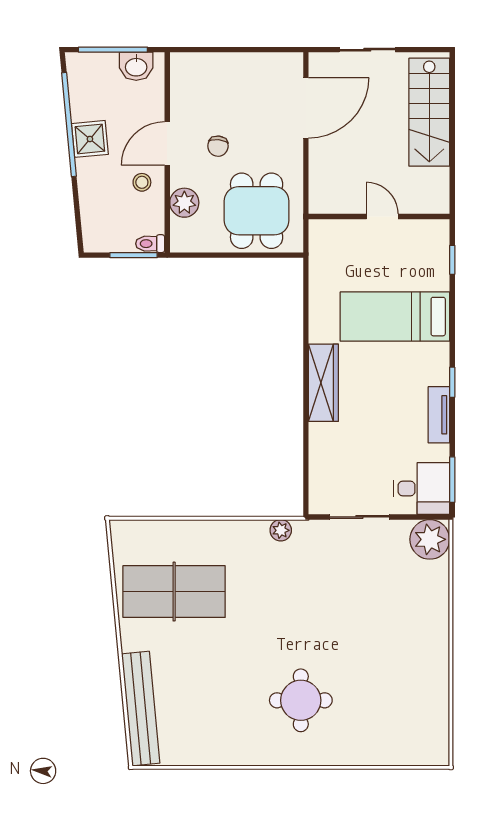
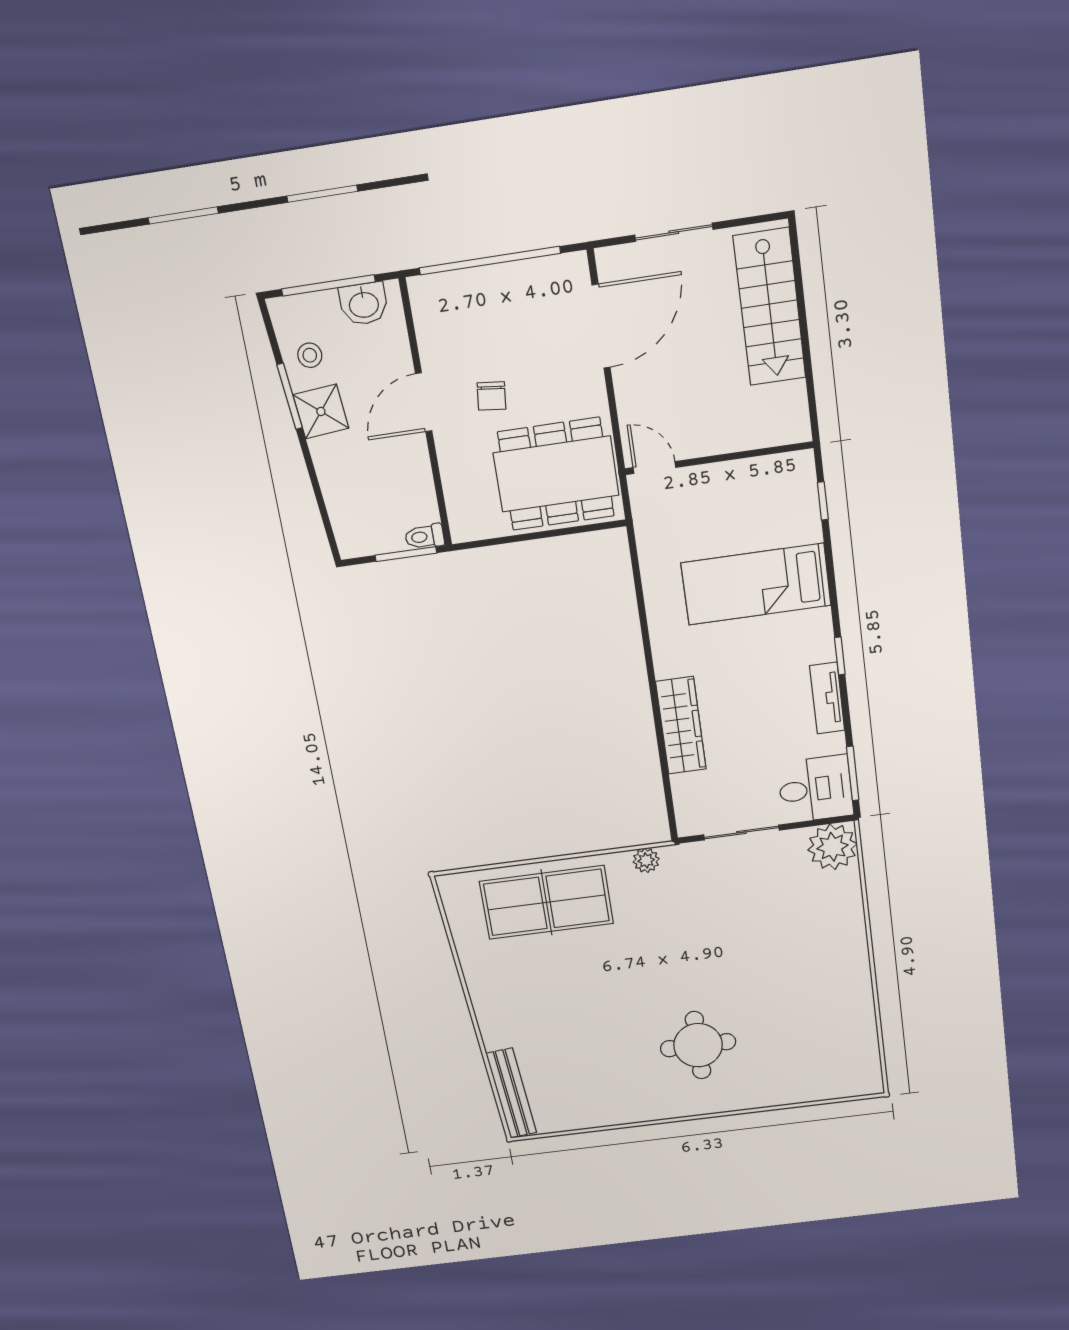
window: (233, 50) -> (490, 261), added
window: (69, 124) -> (290, 396), width x0.47
stool: (142, 182) -> (310, 355), moved
plant: (184, 203) -> (460, 477), removed
dining table: (257, 211) -> (556, 474), width x1.38
door: (382, 217) -> (654, 468), moved
wardrobe: (323, 383) -> (681, 725), moved
table tennis table: (174, 592) -> (546, 902), moved
bench: (141, 708) -> (511, 1093), width x0.73, depth x0.82

